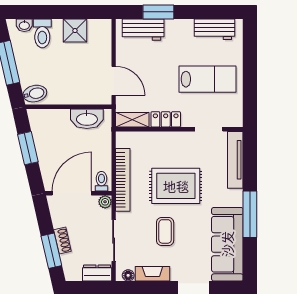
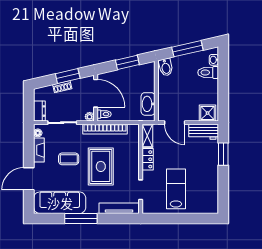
workbench: (214, 29) -> (211, 194), removed
workbench: (143, 30) -> (204, 132), moved, turned -90
shower: (75, 31) -> (208, 113), moved
lab bench: (208, 79) -> (176, 189), turned 180
door: (114, 81) -> (175, 123), hinge flipped
window: (51, 251) -> (68, 76), moved

